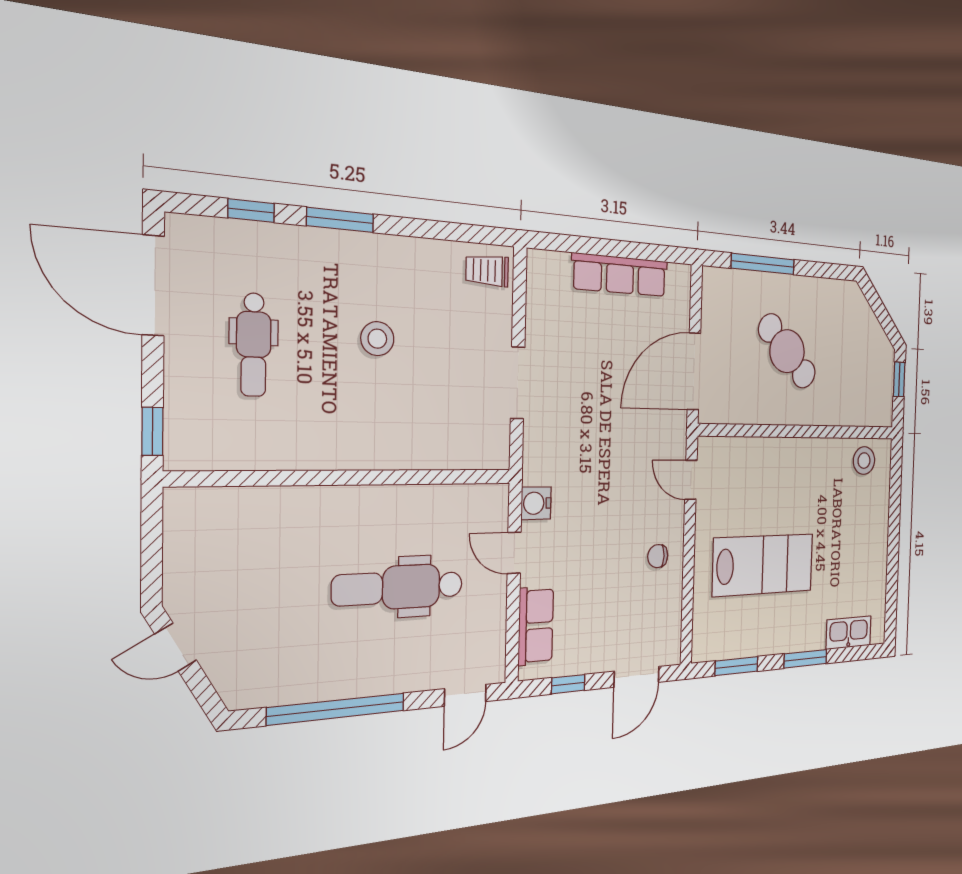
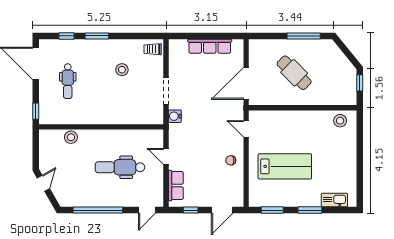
window: (763, 264) -> (304, 36), moved
stool: (377, 339) -> (122, 70), moved
water cooler: (536, 503) -> (175, 116), moved
stool: (262, 508) -> (71, 137), added
door: (176, 647) -> (43, 183), swing flipped

